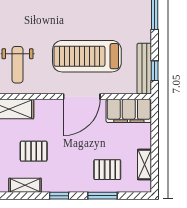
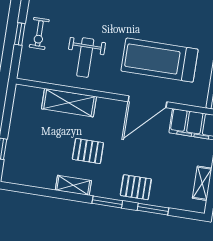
pallet: (107, 170) -> (136, 187), moved
window: (59, 196) -> (107, 202), width x1.50

